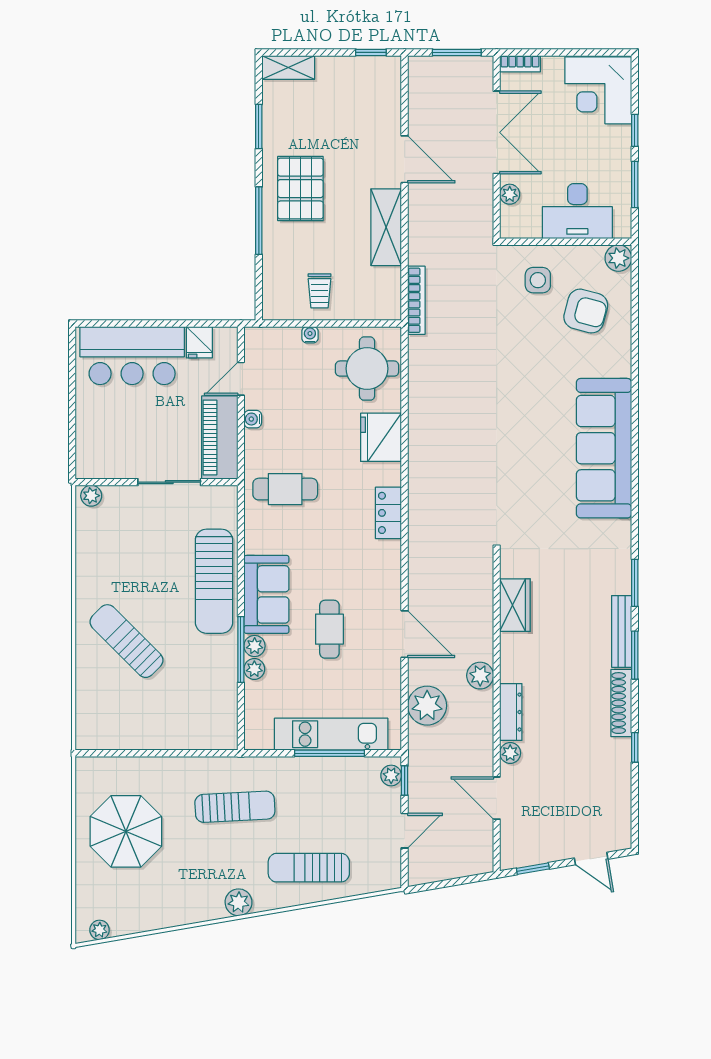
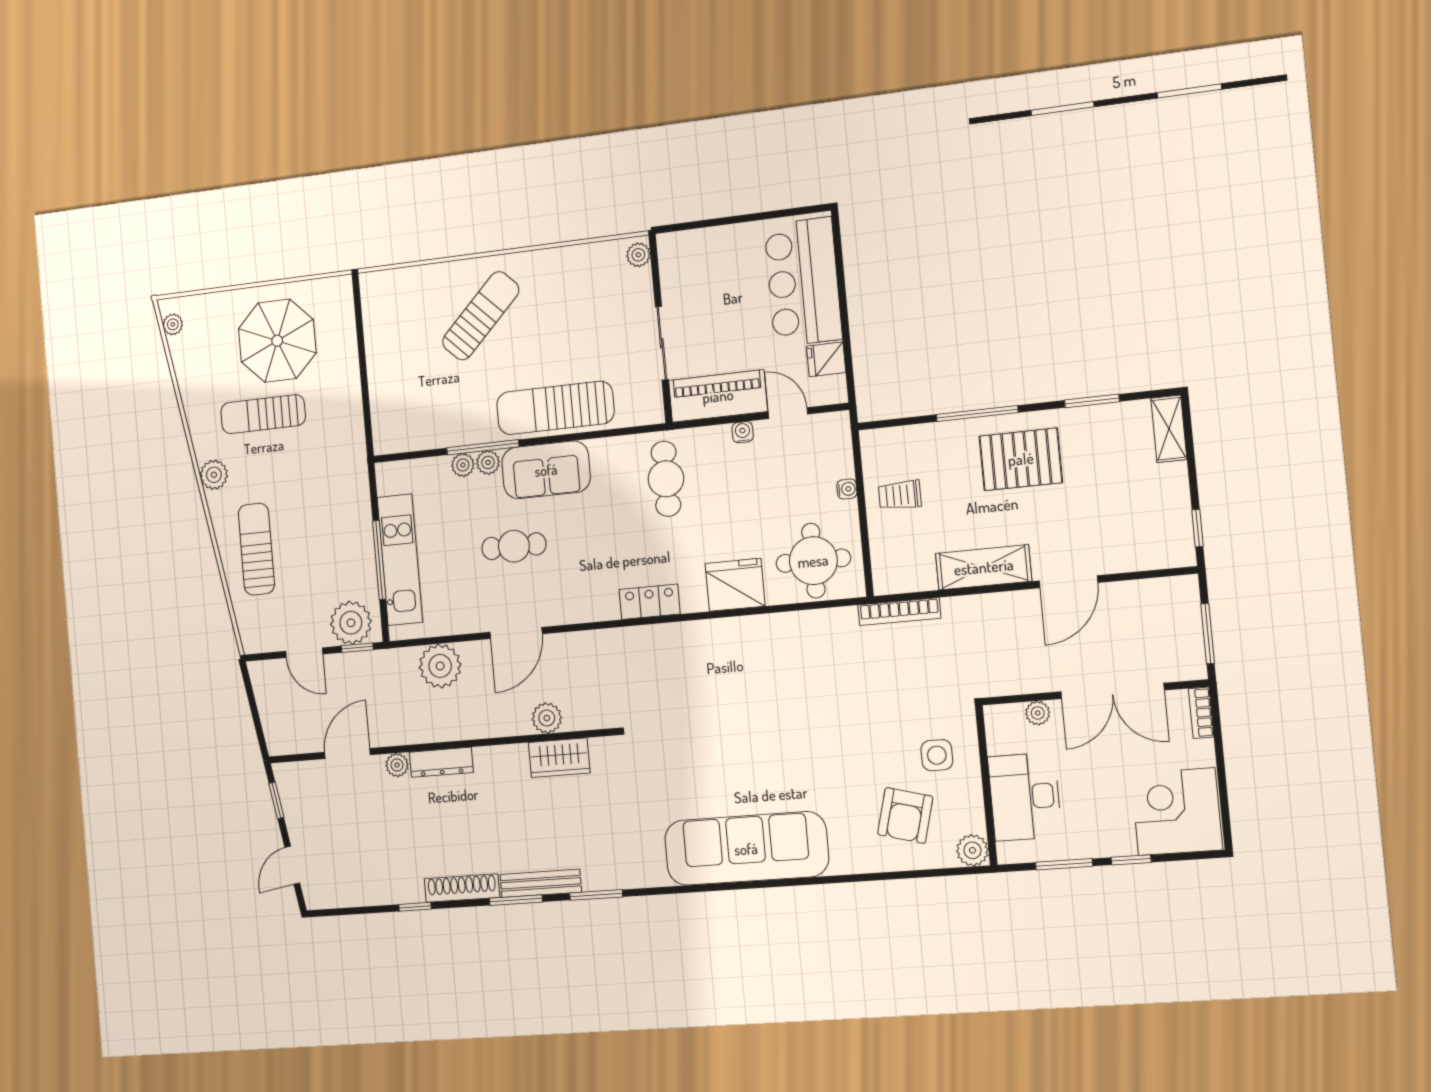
plant: (480, 676) -> (547, 718), moved
plant: (391, 775) -> (351, 623), width x1.88, depth x1.88
sun lounger: (235, 807) -> (263, 414), moved, turned 93

